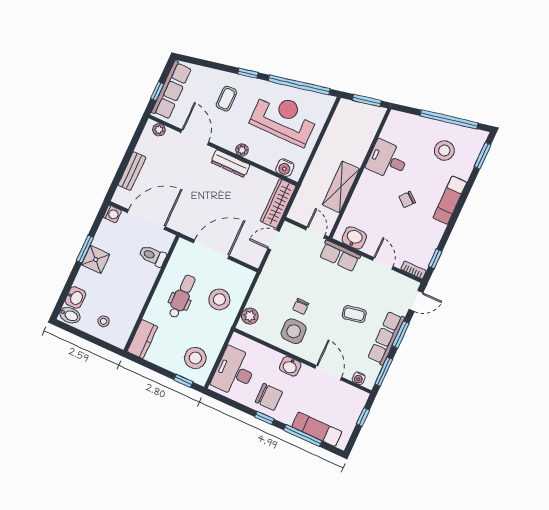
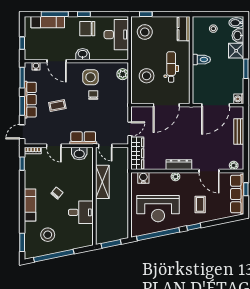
toilet: (152, 256) -> (201, 60), moved
shower: (96, 259) -> (236, 51), moved
dental chair: (182, 296) -> (171, 67), turned 180

